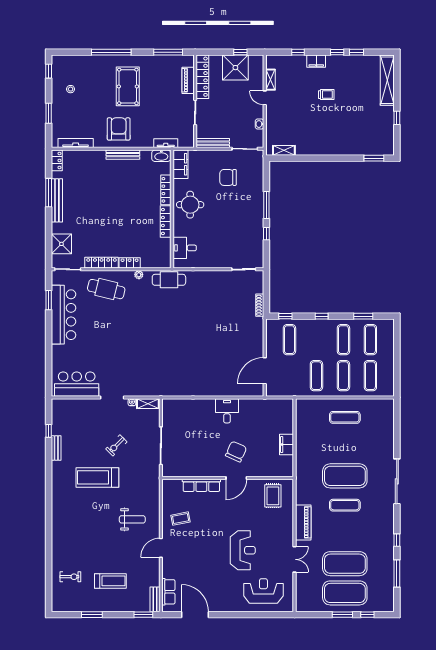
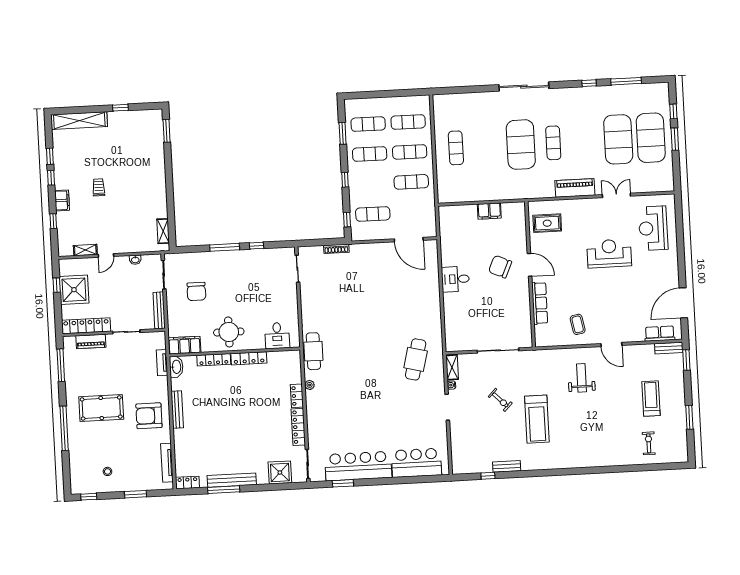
cafe table: (106, 289) -> (416, 359), moved
bar counter: (77, 384) -> (416, 463), moved, turned 90

